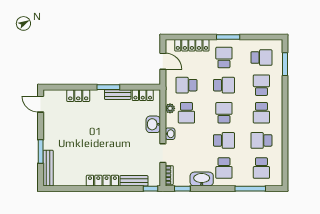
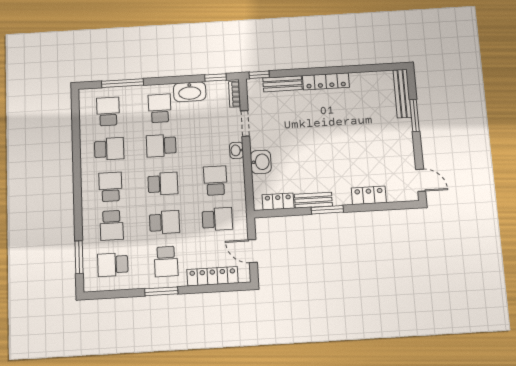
school desk: (224, 85) -> (164, 222), turned 180
plant: (170, 108) -> (239, 185), removed
school desk: (224, 113) -> (163, 184), turned -90

